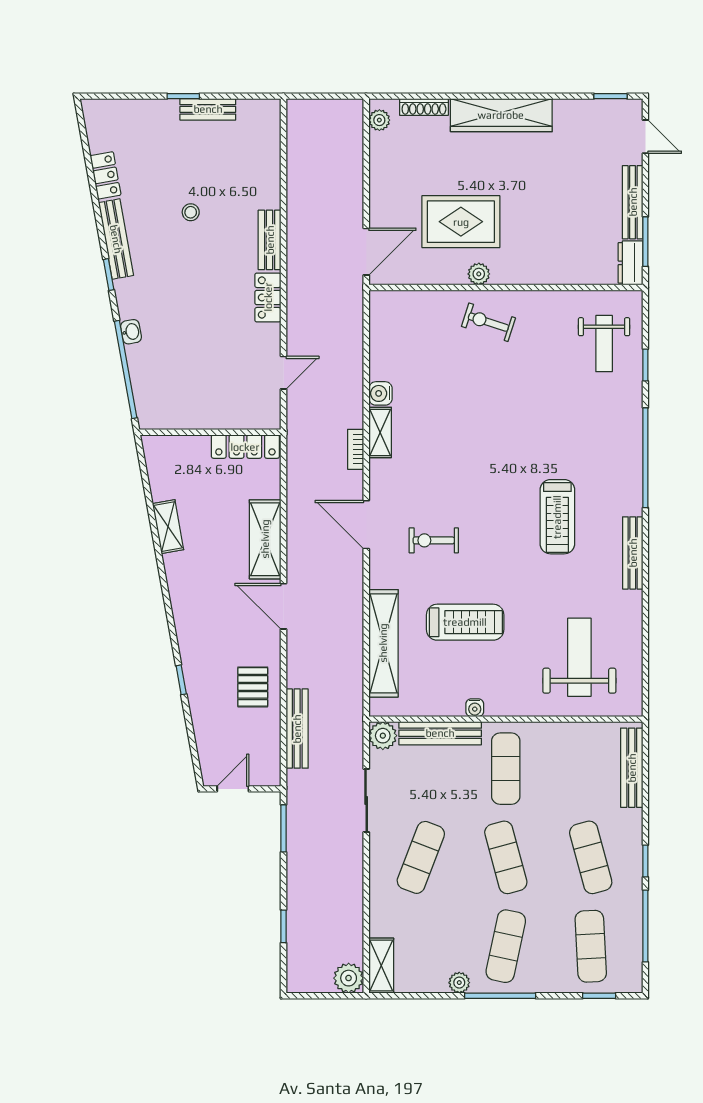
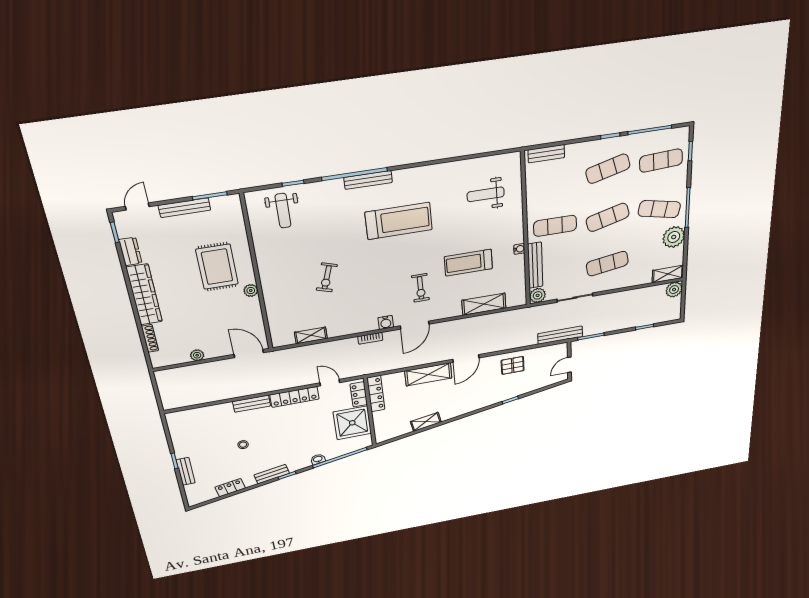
bench: (208, 109) -> (186, 471), moved
plant: (379, 120) -> (197, 355), moved
rug: (461, 222) -> (217, 267), moved
bench: (116, 239) -> (272, 474), width x0.73
dresser: (630, 263) -> (130, 251), moved, turned -90
locker: (268, 297) -> (294, 397), width x1.53
exercise bike: (488, 322) -> (327, 277), moved
weight bench: (604, 344) -> (283, 211), turned 90
water cooler: (381, 393) -> (386, 322), moved
shower: (194, 400) -> (352, 423), added
locker: (250, 418) -> (359, 394), added
shelving: (380, 432) -> (311, 335), moved
treadmill: (557, 517) -> (399, 221), width x1.37, depth x1.38
bench: (633, 553) -> (368, 180), moved
treadmill: (465, 622) -> (468, 263), turned -90
shelving: (383, 643) -> (484, 304), width x0.68
weight bench: (579, 657) -> (486, 194), width x0.73, depth x0.75
bench: (297, 729) -> (560, 335), moved
bench: (632, 768) -> (546, 154), width x0.73
door: (233, 789) -> (569, 365), hinge flipped
exercise mat: (421, 857) -> (607, 264), turned -30
plant: (459, 983) -> (674, 237), width x1.87, depth x1.87

